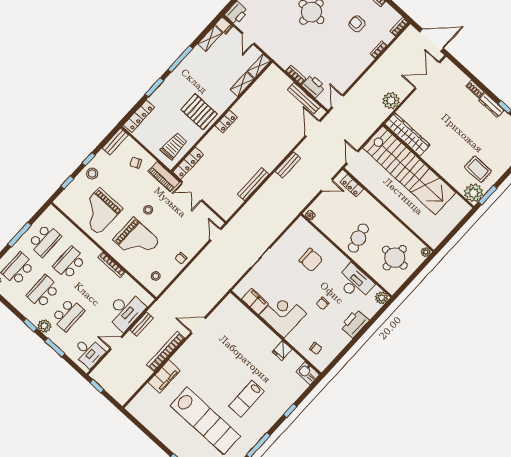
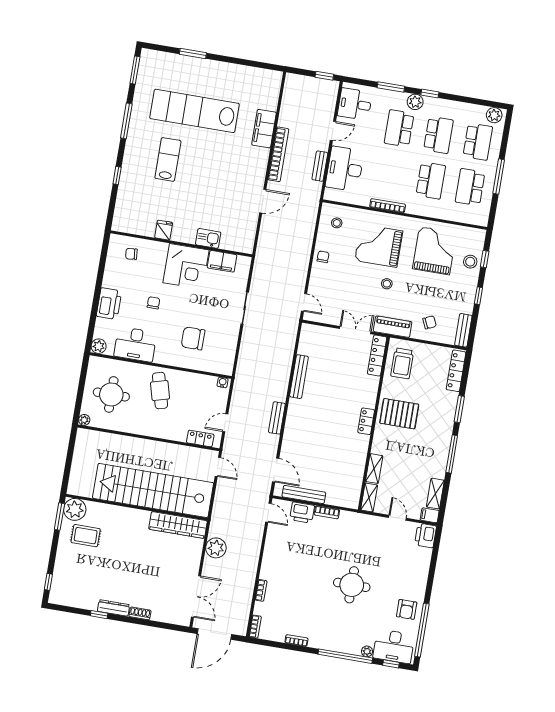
armchair: (357, 24) -> (299, 602), removed
stool: (92, 174) -> (470, 262), moved
kitchen sink: (308, 373) -> (208, 238), moved

